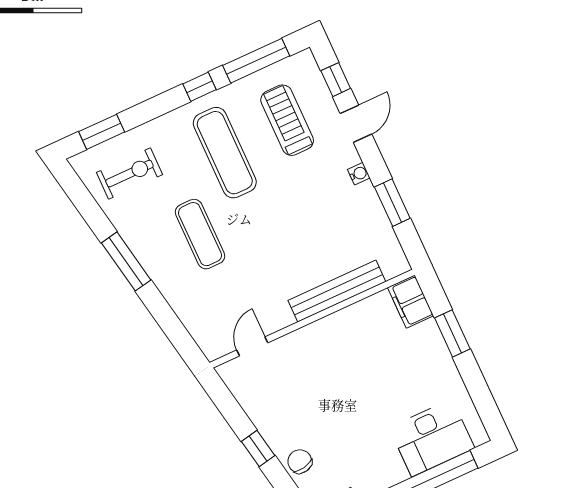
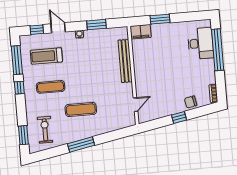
exercise mat: (225, 153) -> (51, 87), width x0.73, depth x0.69
door: (252, 346) -> (135, 105), swing flipped

